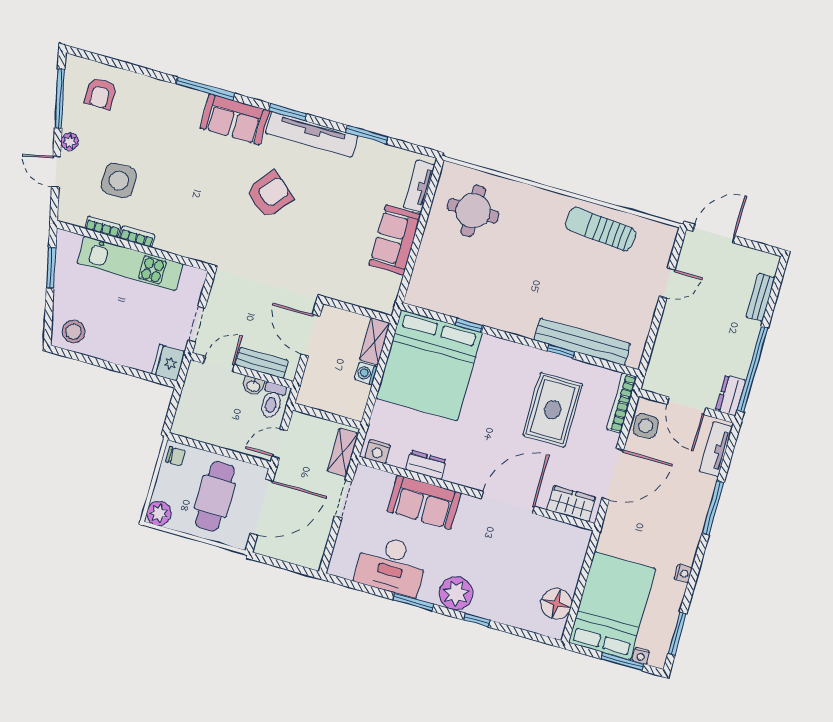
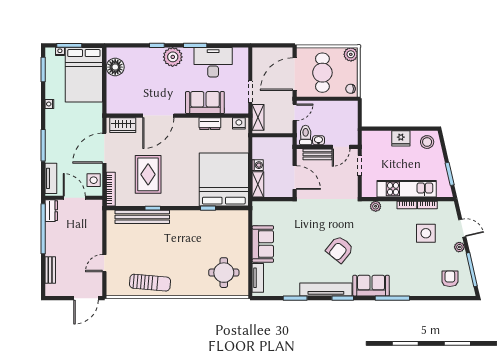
plant: (190, 249) -> (376, 206), added
fridge: (168, 363) -> (401, 138), moved, turned 90

